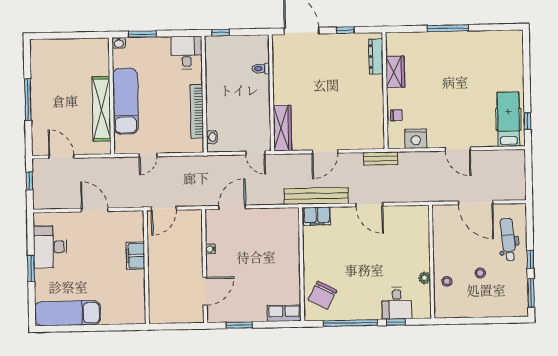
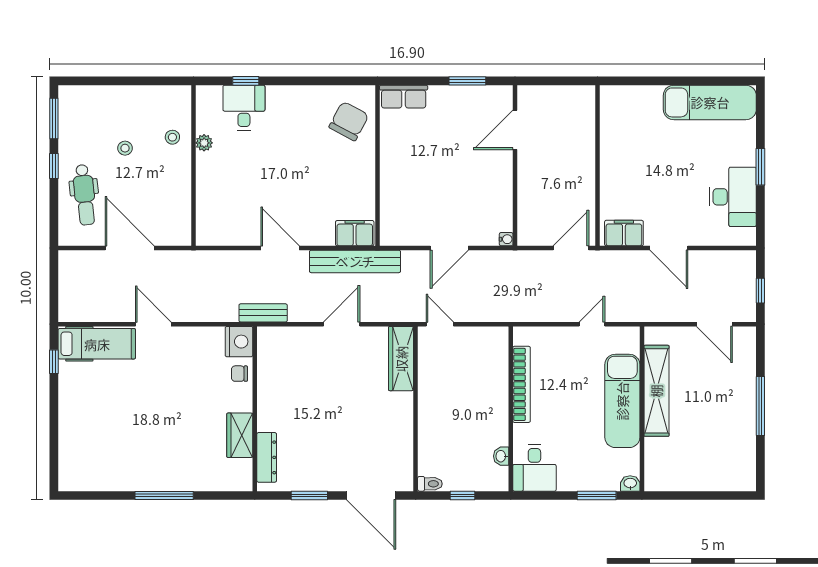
window: (345, 30) -> (309, 496), width x1.50
window: (221, 32) -> (462, 496), moved
toilet: (261, 69) -> (430, 484), moved
hospital bed: (508, 119) -> (97, 344), moved, turned -90
washbasin: (212, 137) -> (501, 456), moved
nightstand: (416, 139) -> (239, 342), moved, turned 90
door: (232, 207) -> (449, 248), moved
water cooler: (210, 249) -> (506, 239), moved
filing cabinet: (135, 256) -> (624, 233), moved, turned -90
window: (351, 323) -> (310, 81), removed

